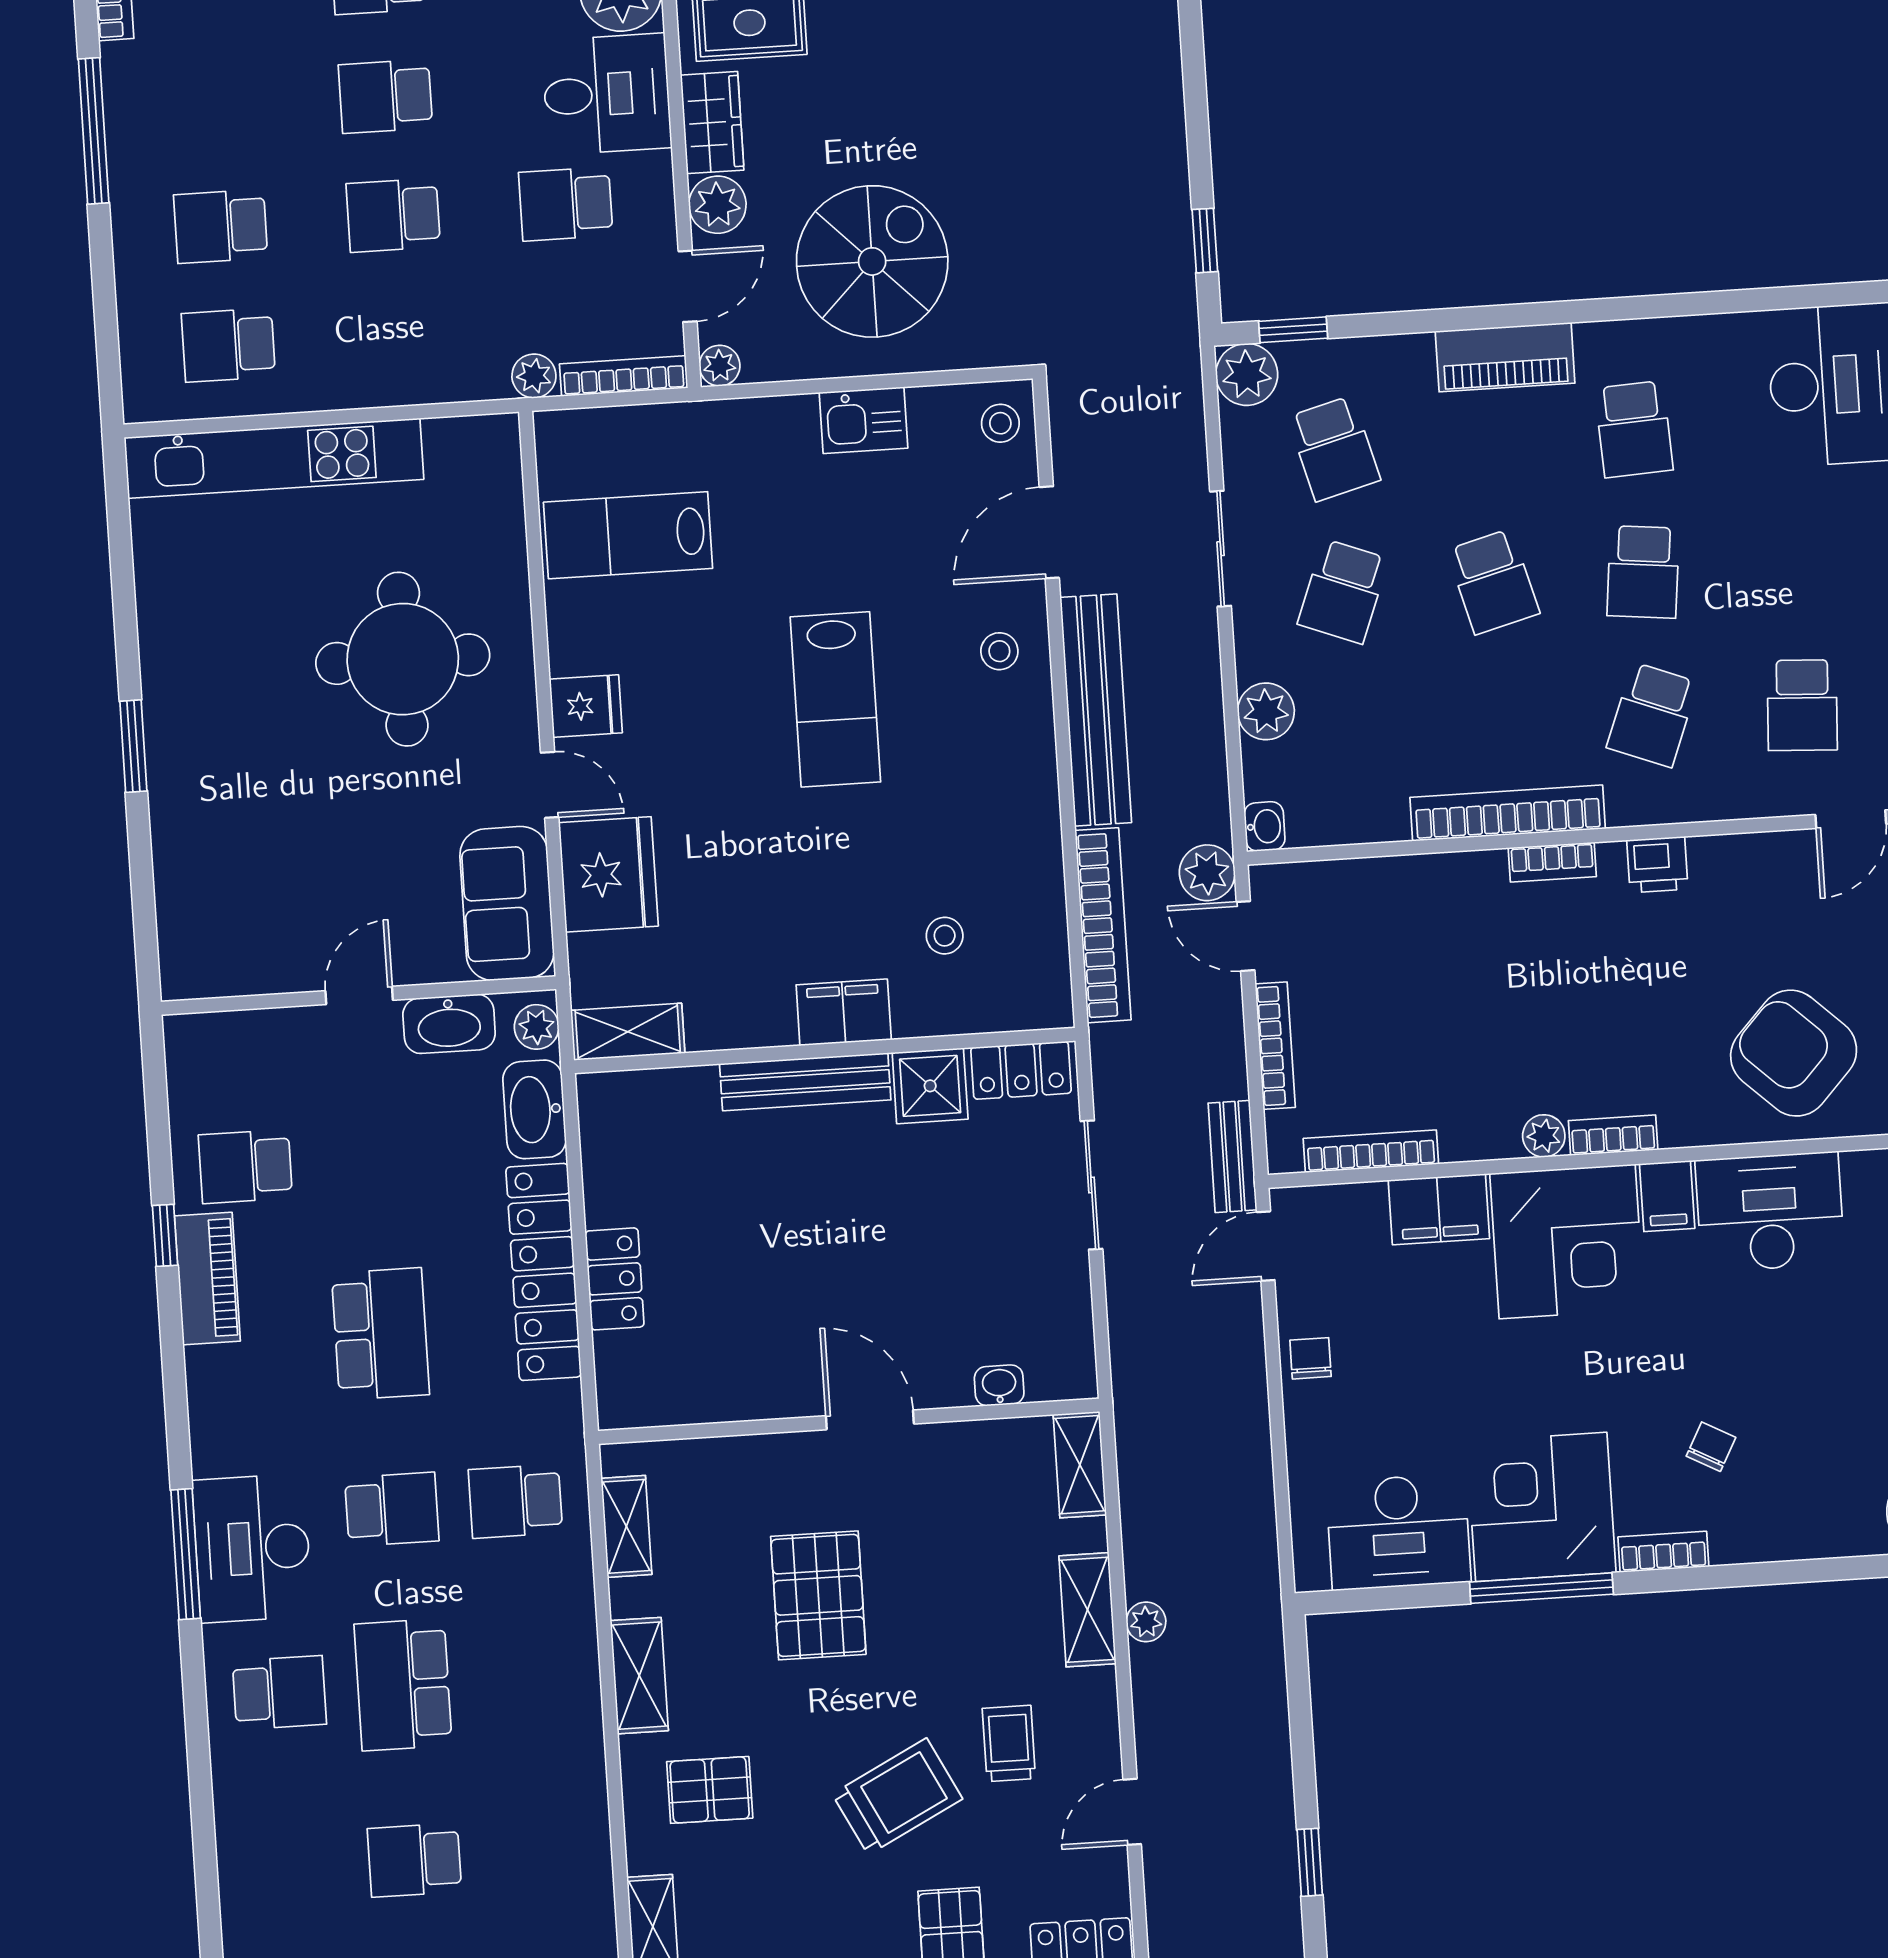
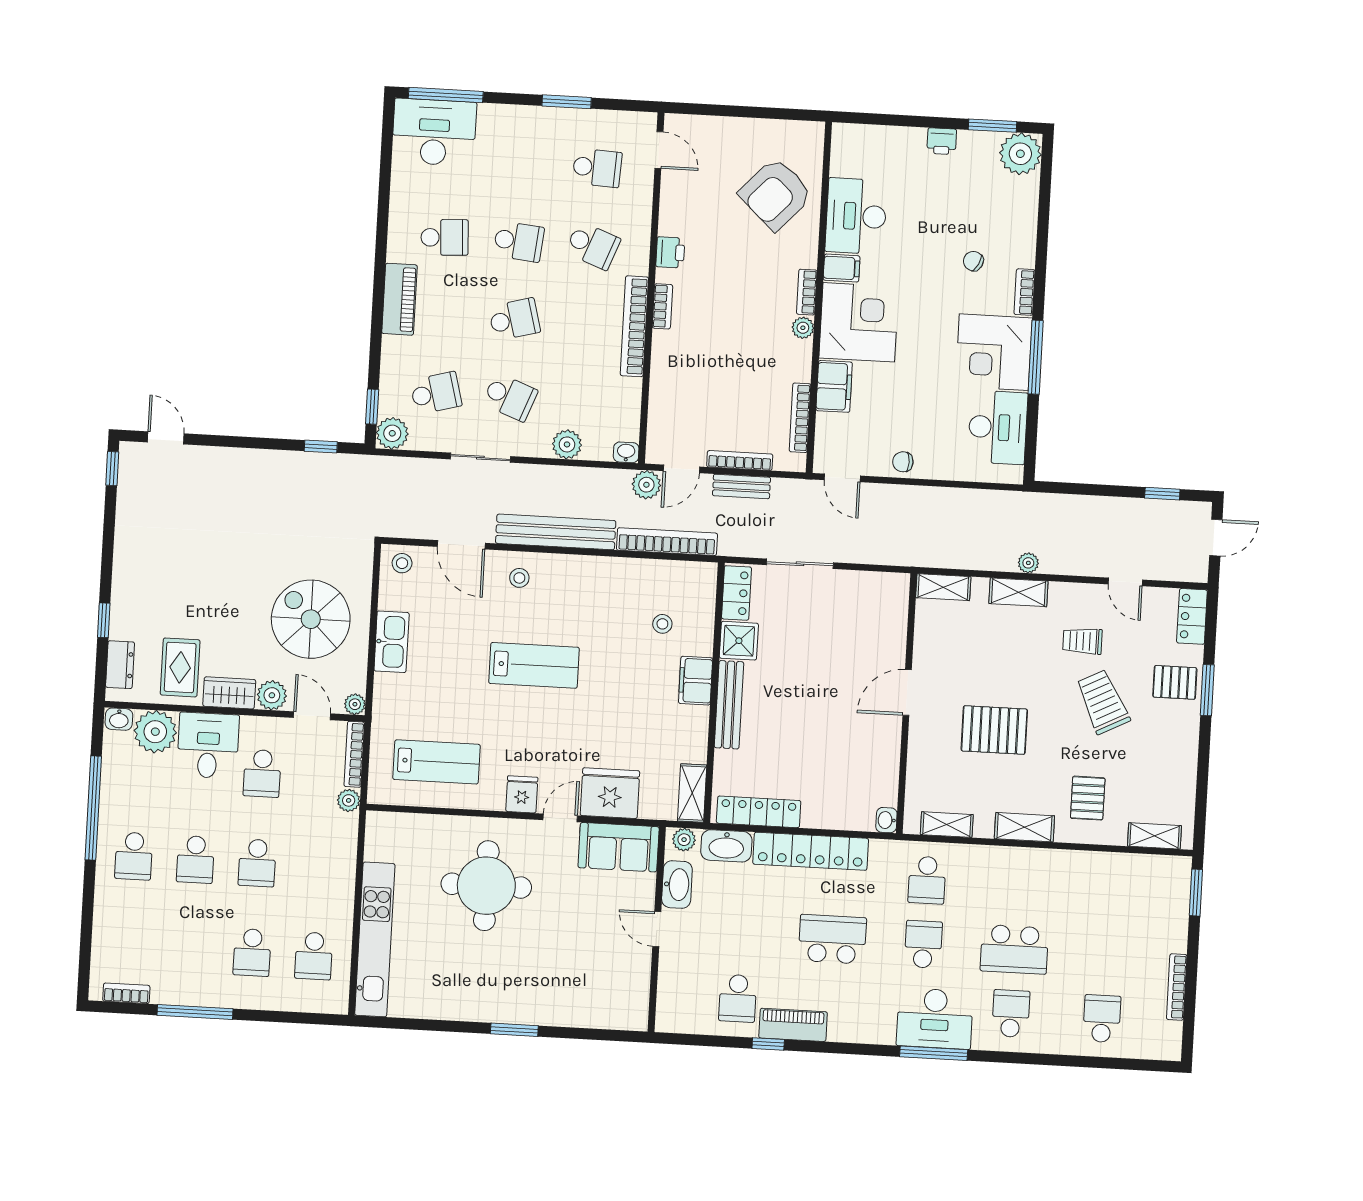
kitchen sink: (864, 420) -> (392, 642), width x1.38
lab bench: (628, 535) -> (437, 762), turned -90
bench: (1232, 1157) -> (741, 486), moved
locker: (615, 1279) -> (759, 812), moved, width x1.53
washbasin: (999, 1385) -> (886, 820), moved
school desk: (414, 1860) -> (1102, 1019), moved, turned 180

